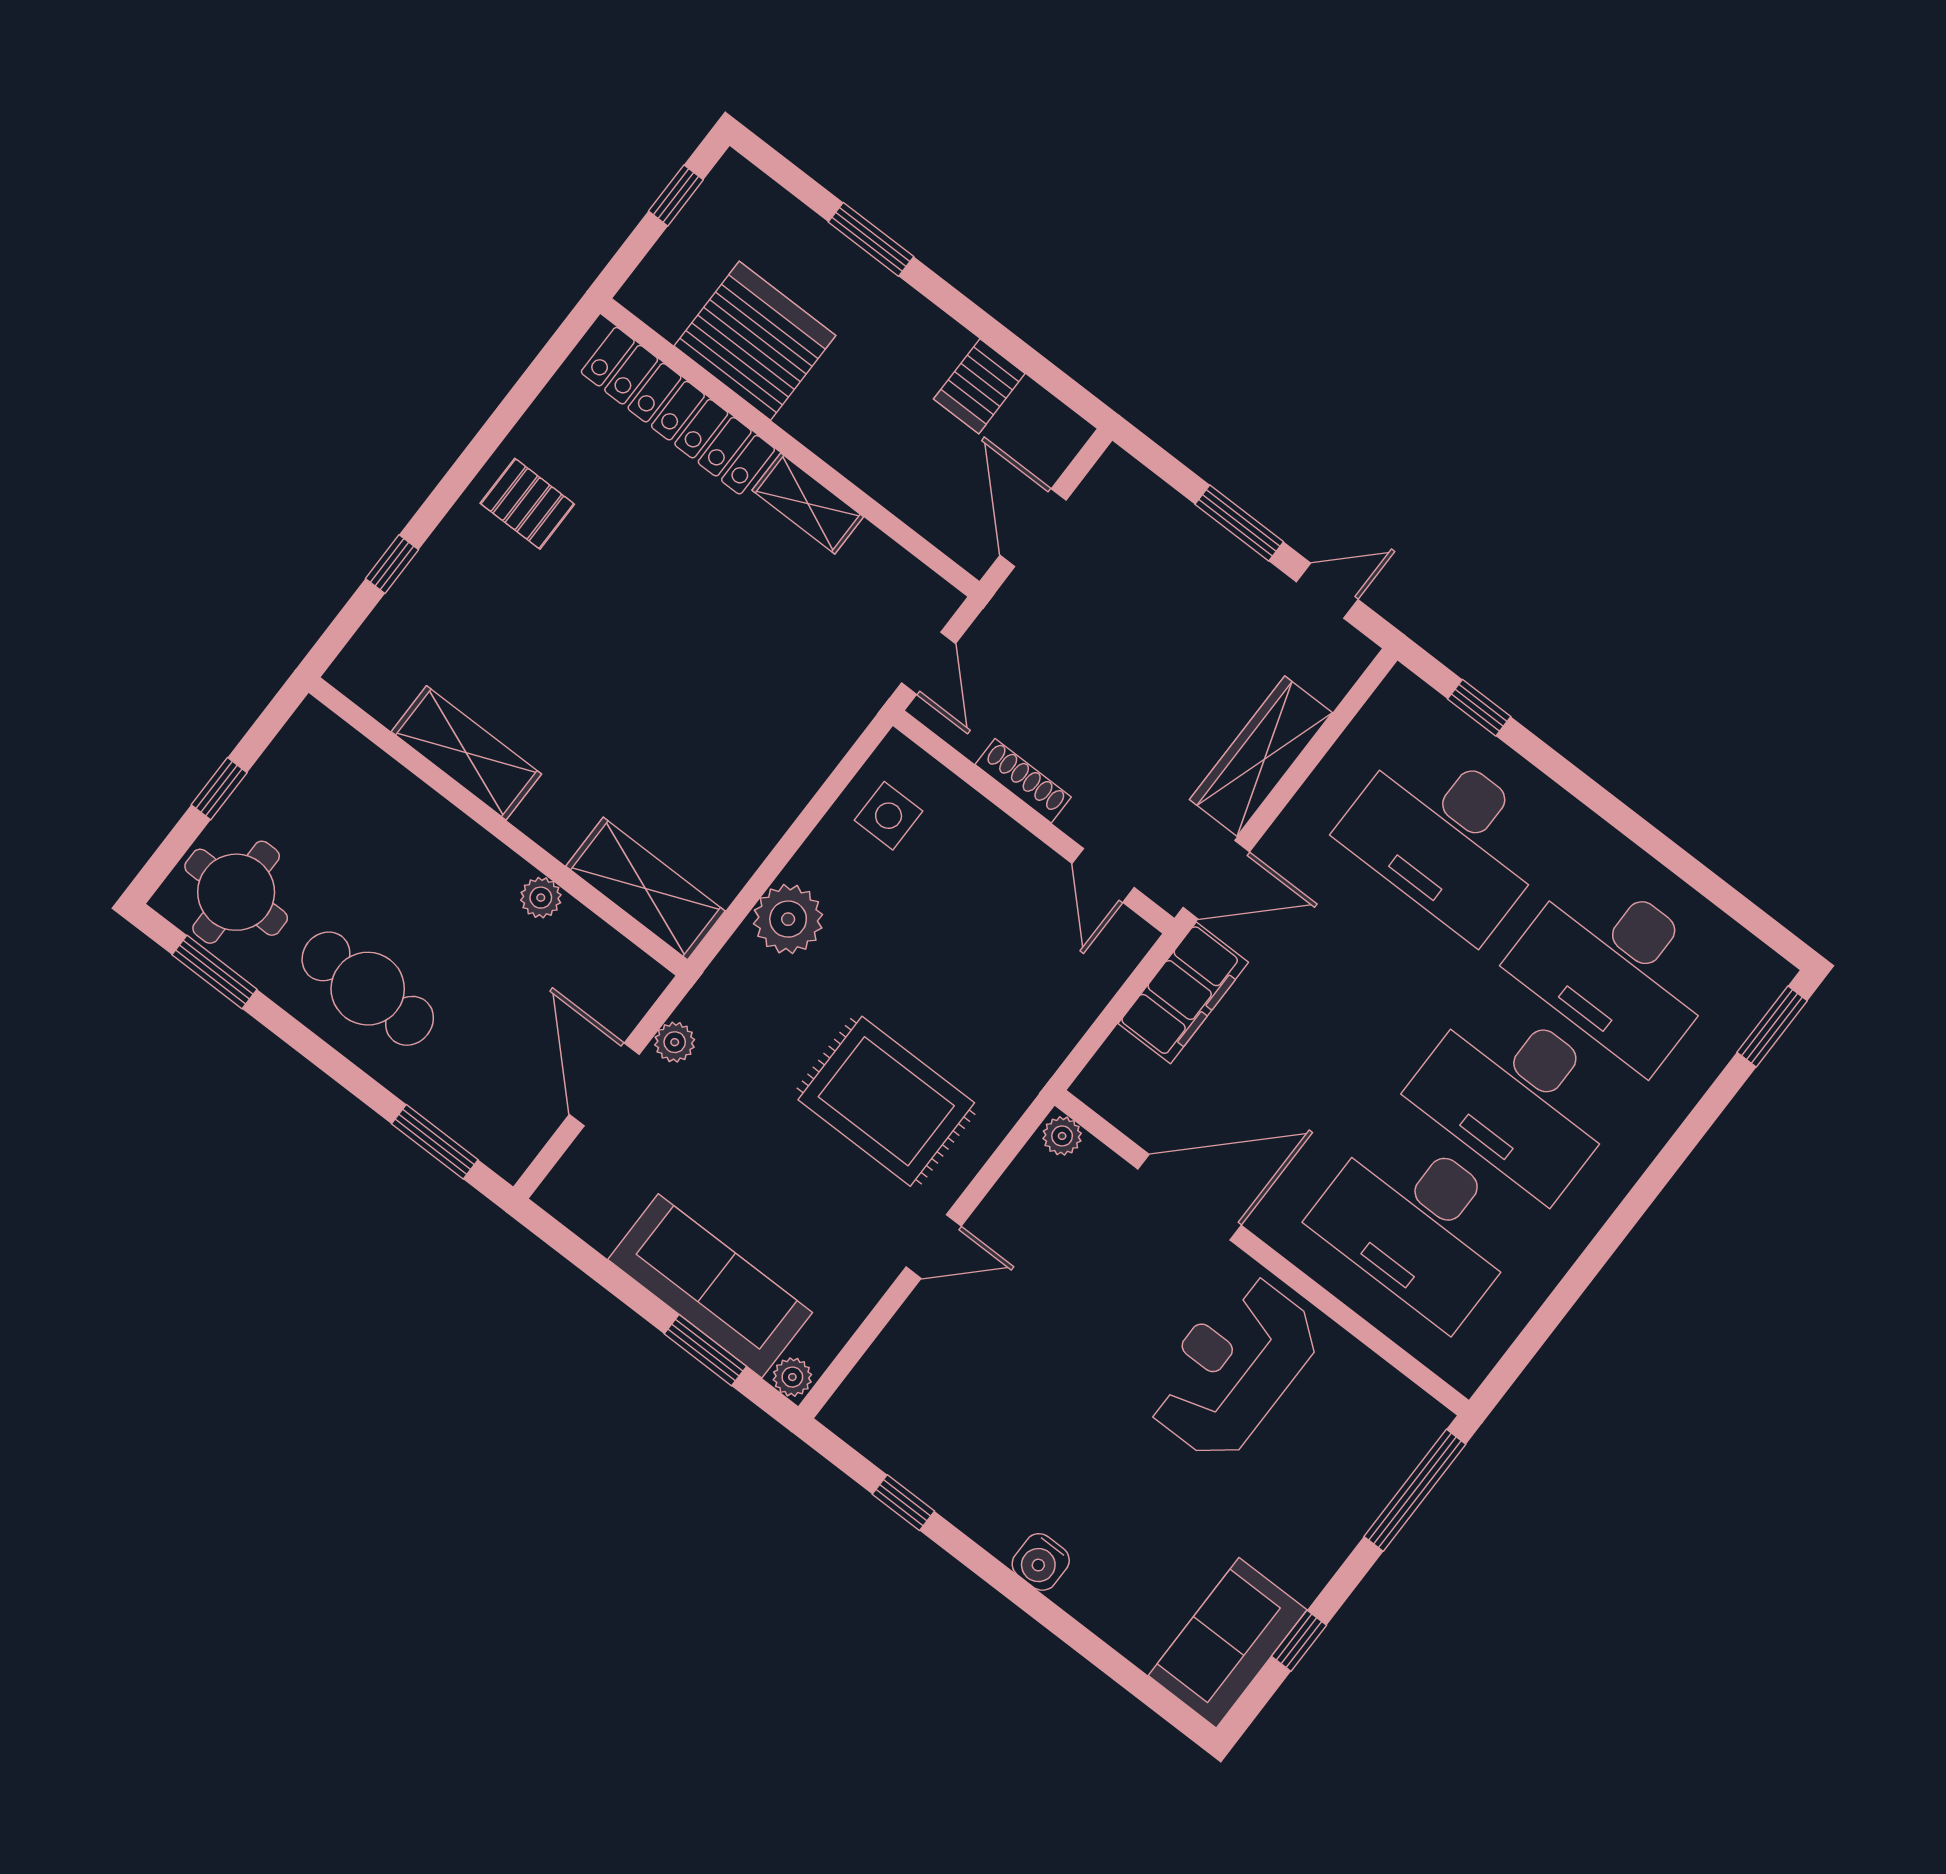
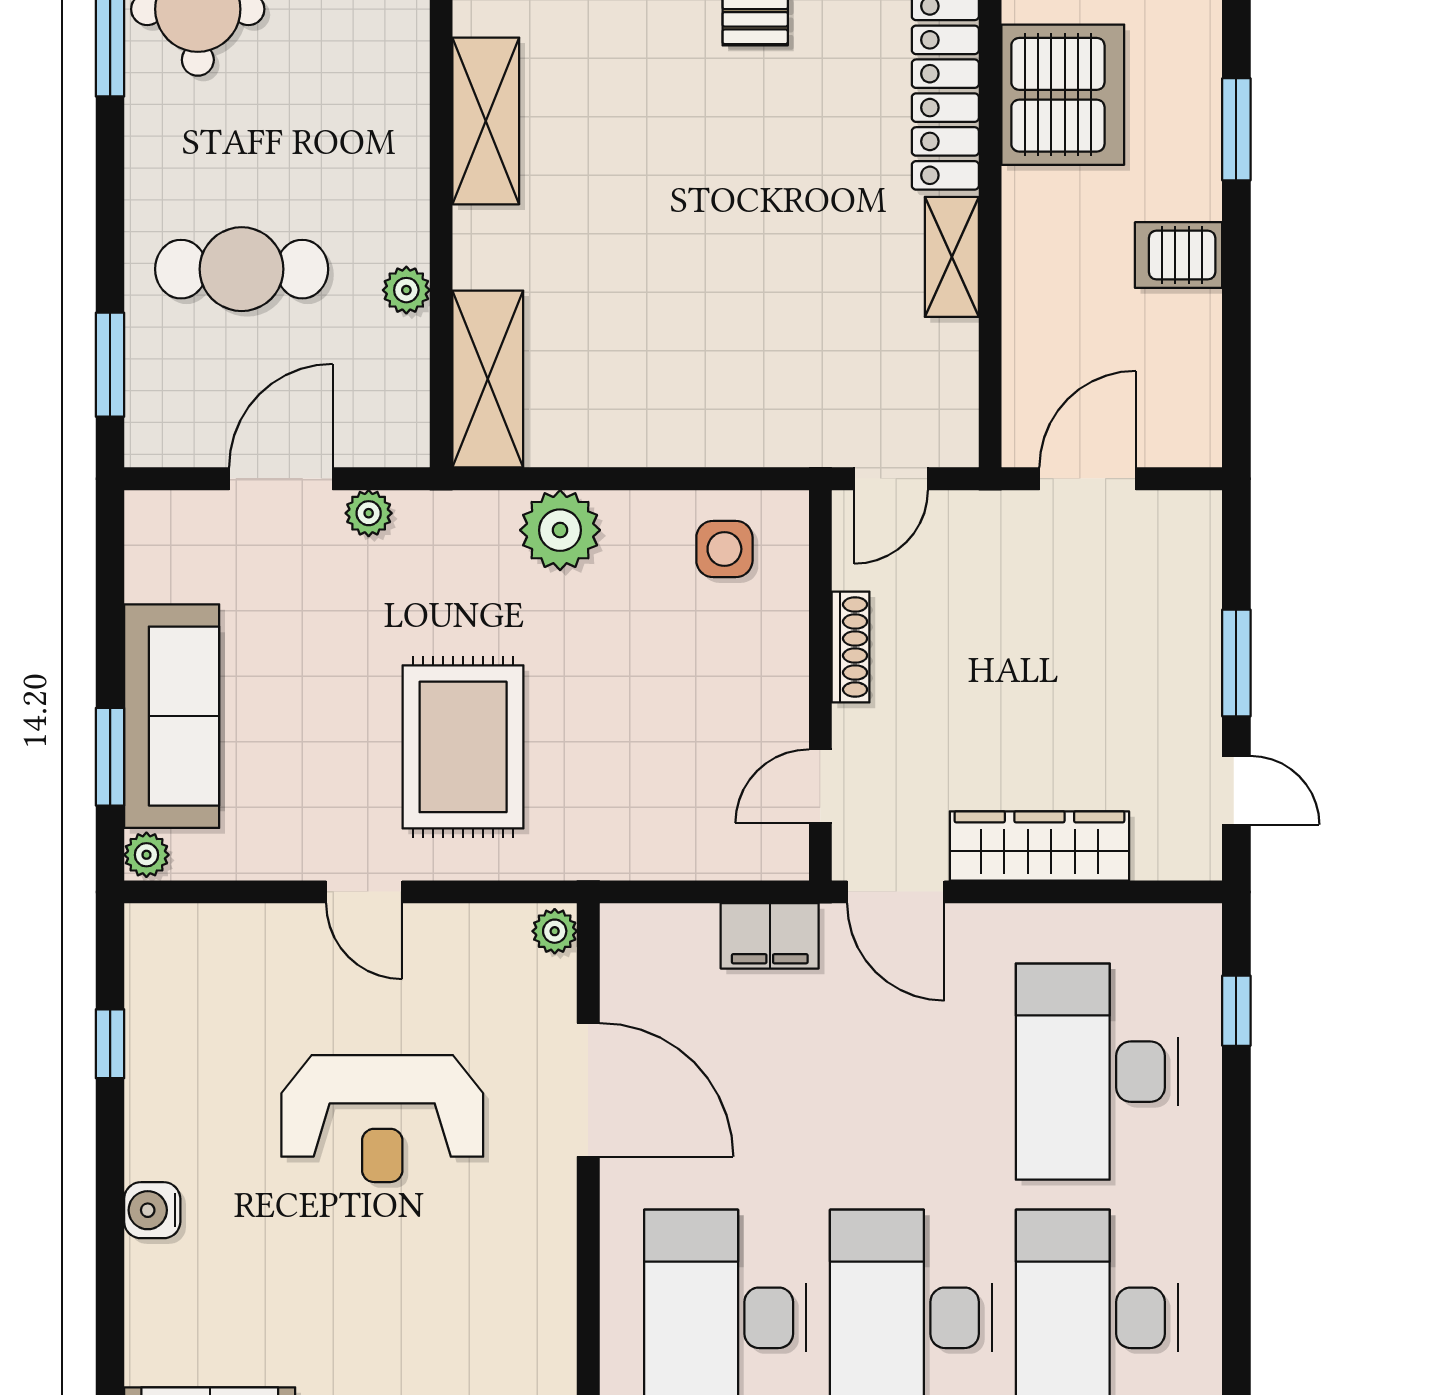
server rack: (979, 386) -> (1179, 255), moved
cafe table: (368, 989) -> (242, 269), moved, turned 90
filing cabinet: (1183, 993) -> (770, 936), width x0.67, depth x0.86
reception desk: (1233, 1367) -> (382, 1119), moved, turned 180

